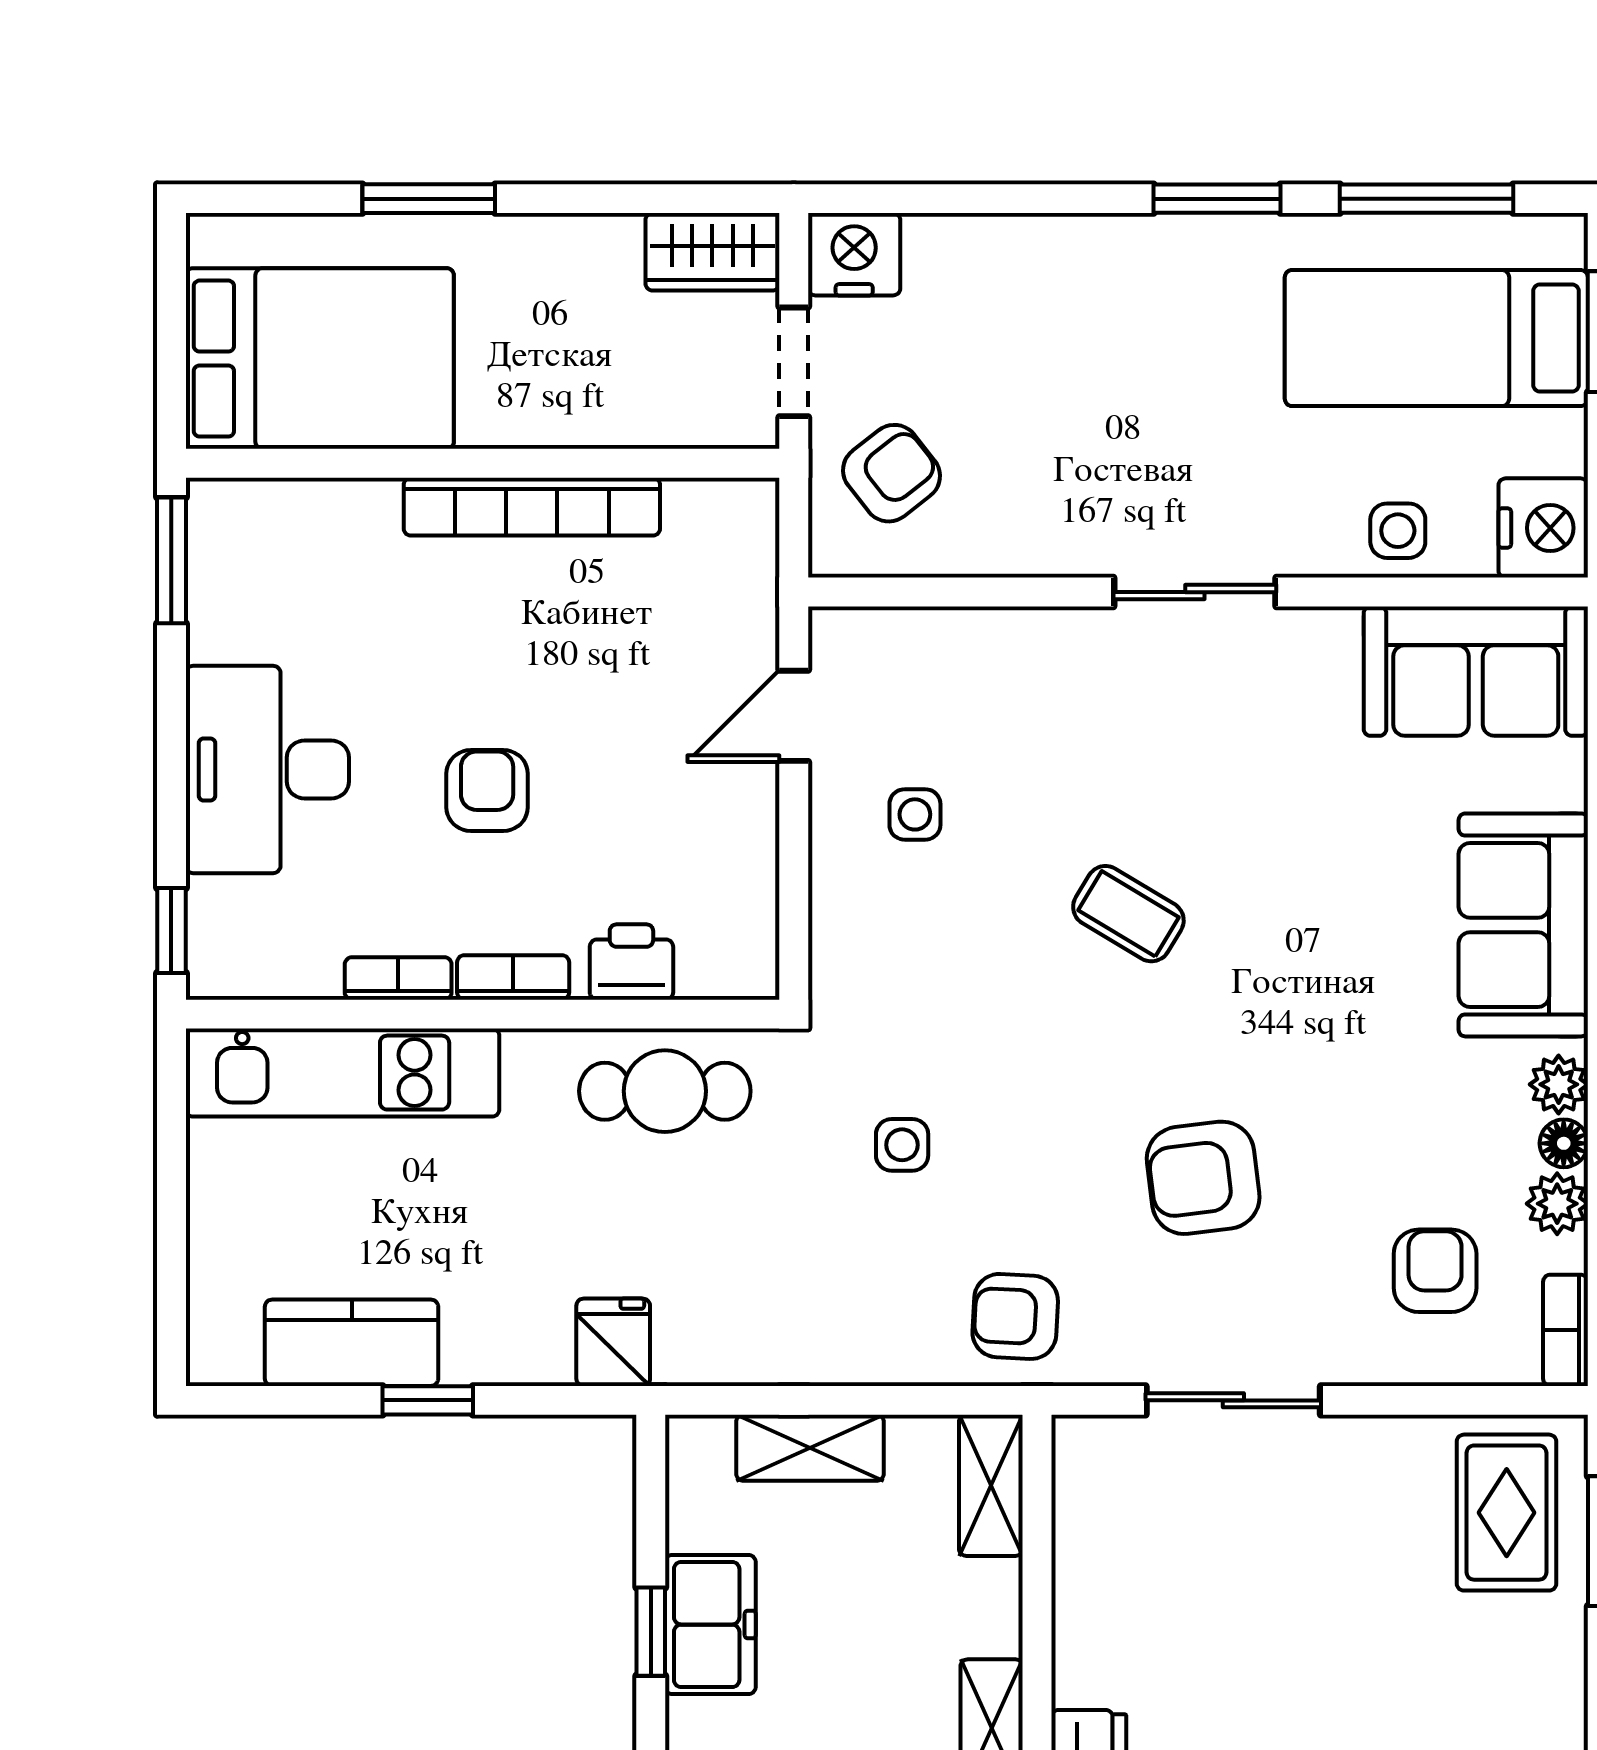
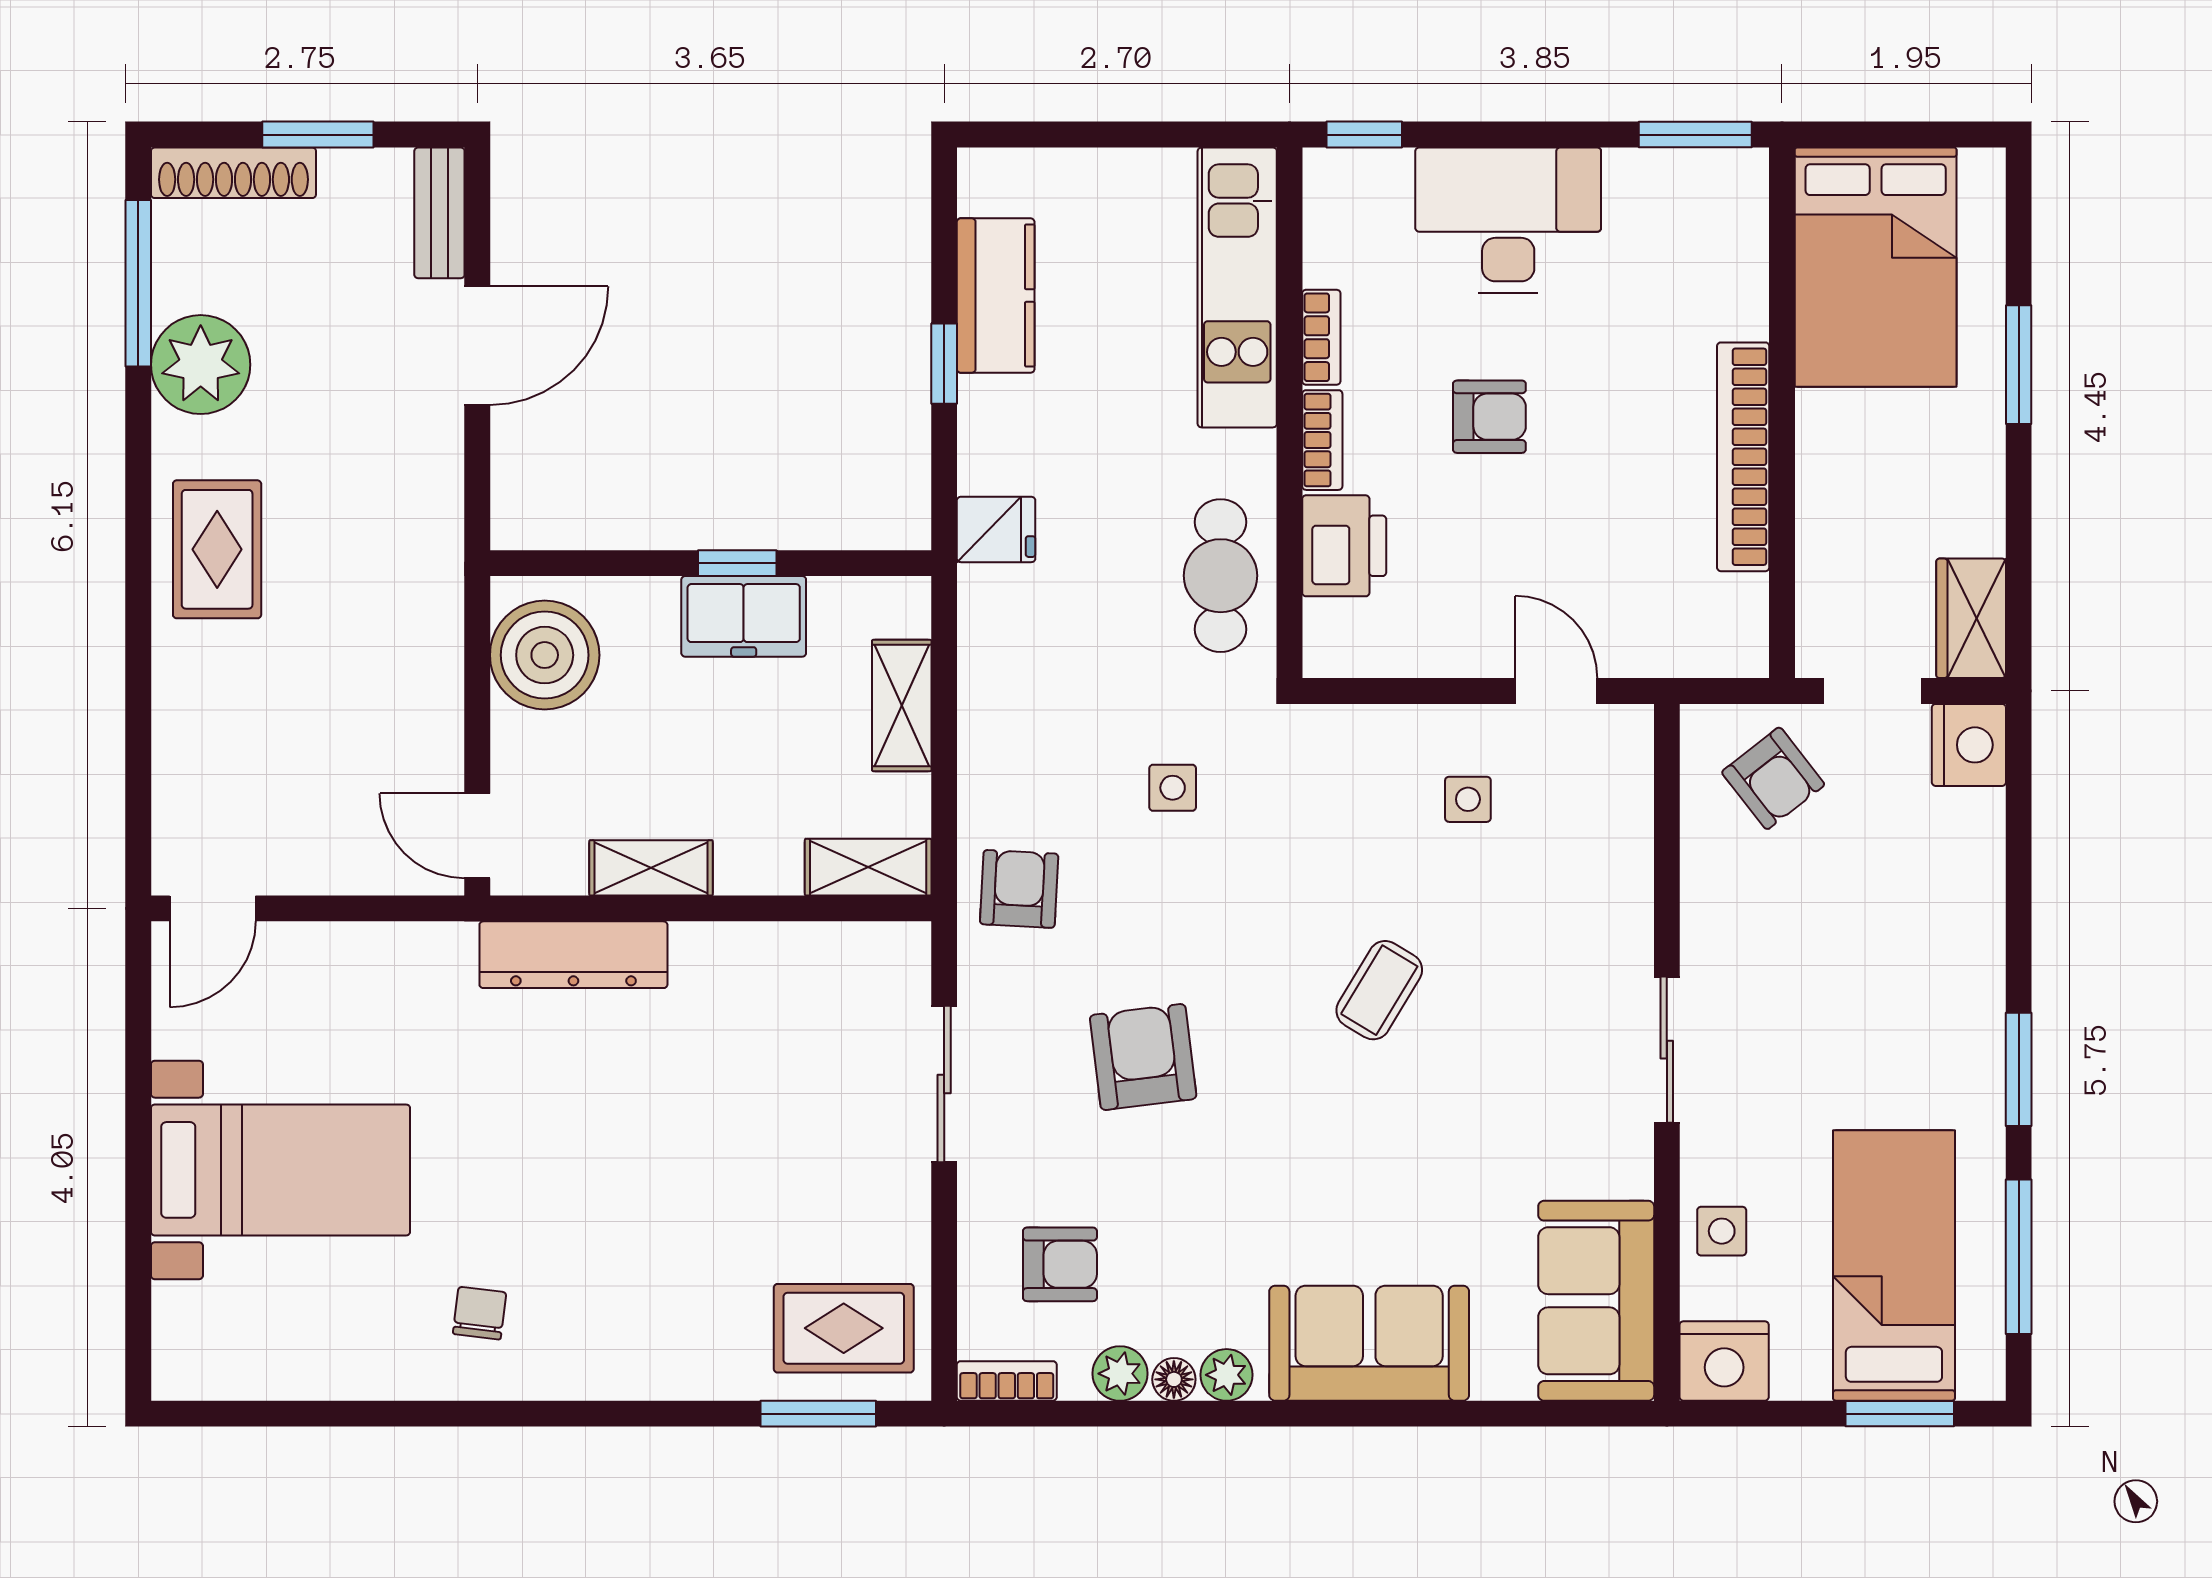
printer: (631, 962) -> (1344, 546), width x1.36, depth x1.24

